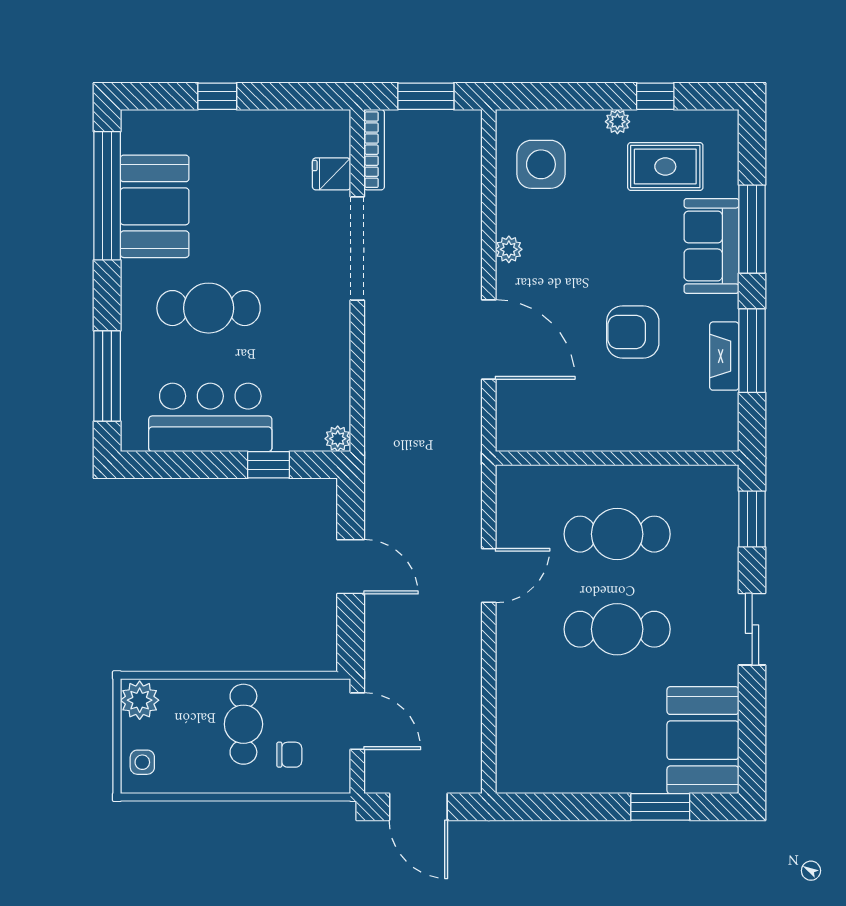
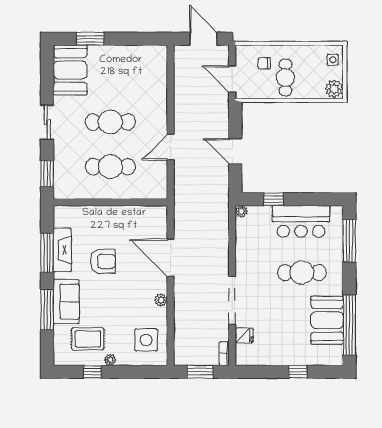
bookcase: (374, 150) -> (224, 354), width x0.64
fireplace: (724, 356) -> (62, 250), width x1.37, depth x1.32

